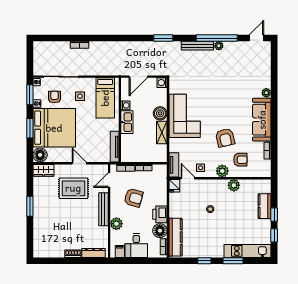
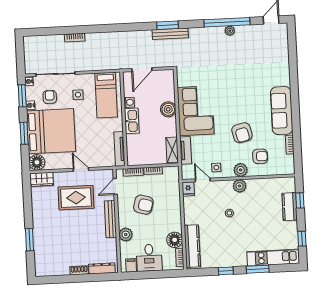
bench: (197, 46) -> (170, 34), moved
washing machine: (162, 83) -> (169, 75), removed
plant: (266, 93) -> (285, 80), removed
shelving: (162, 132) -> (172, 150), moved
tv unit: (174, 165) -> (186, 150), moved
plant: (234, 185) -> (240, 186), moved
window: (30, 206) -> (29, 240), moved
printer: (160, 214) -> (174, 222), removed
window: (274, 215) -> (300, 200), moved

